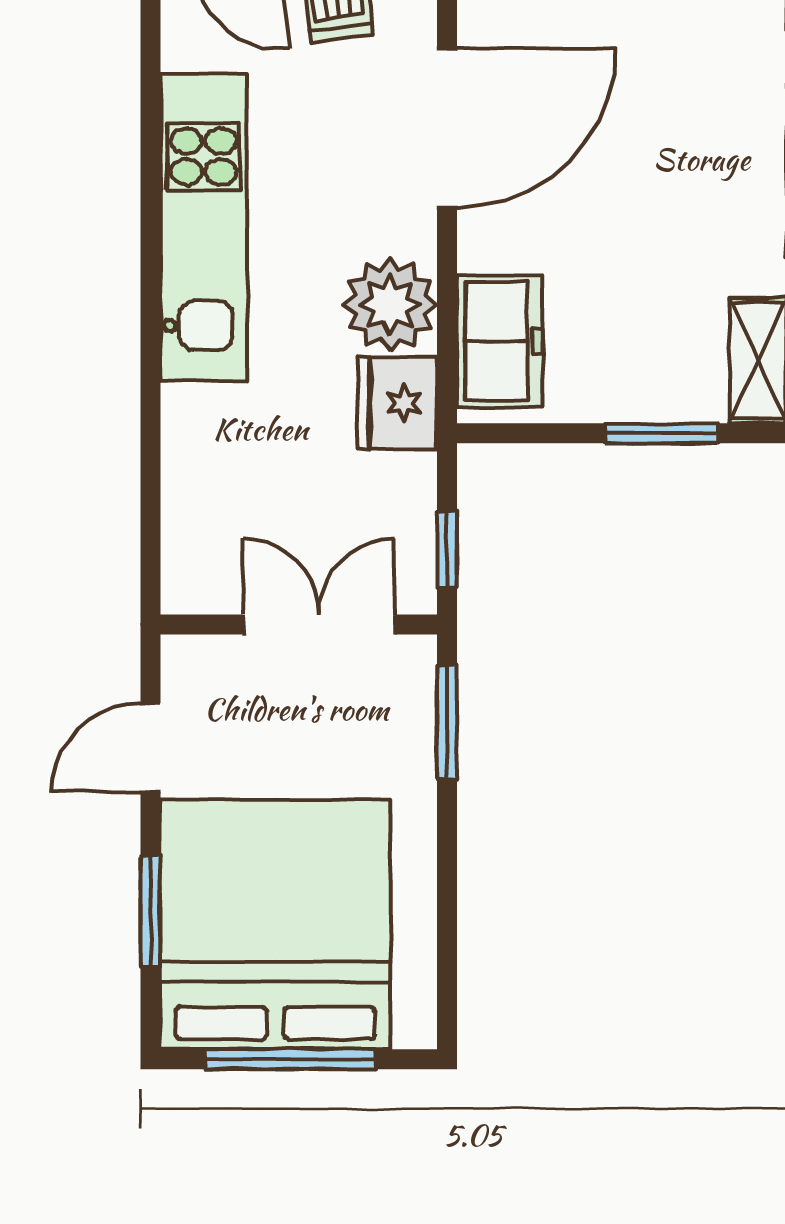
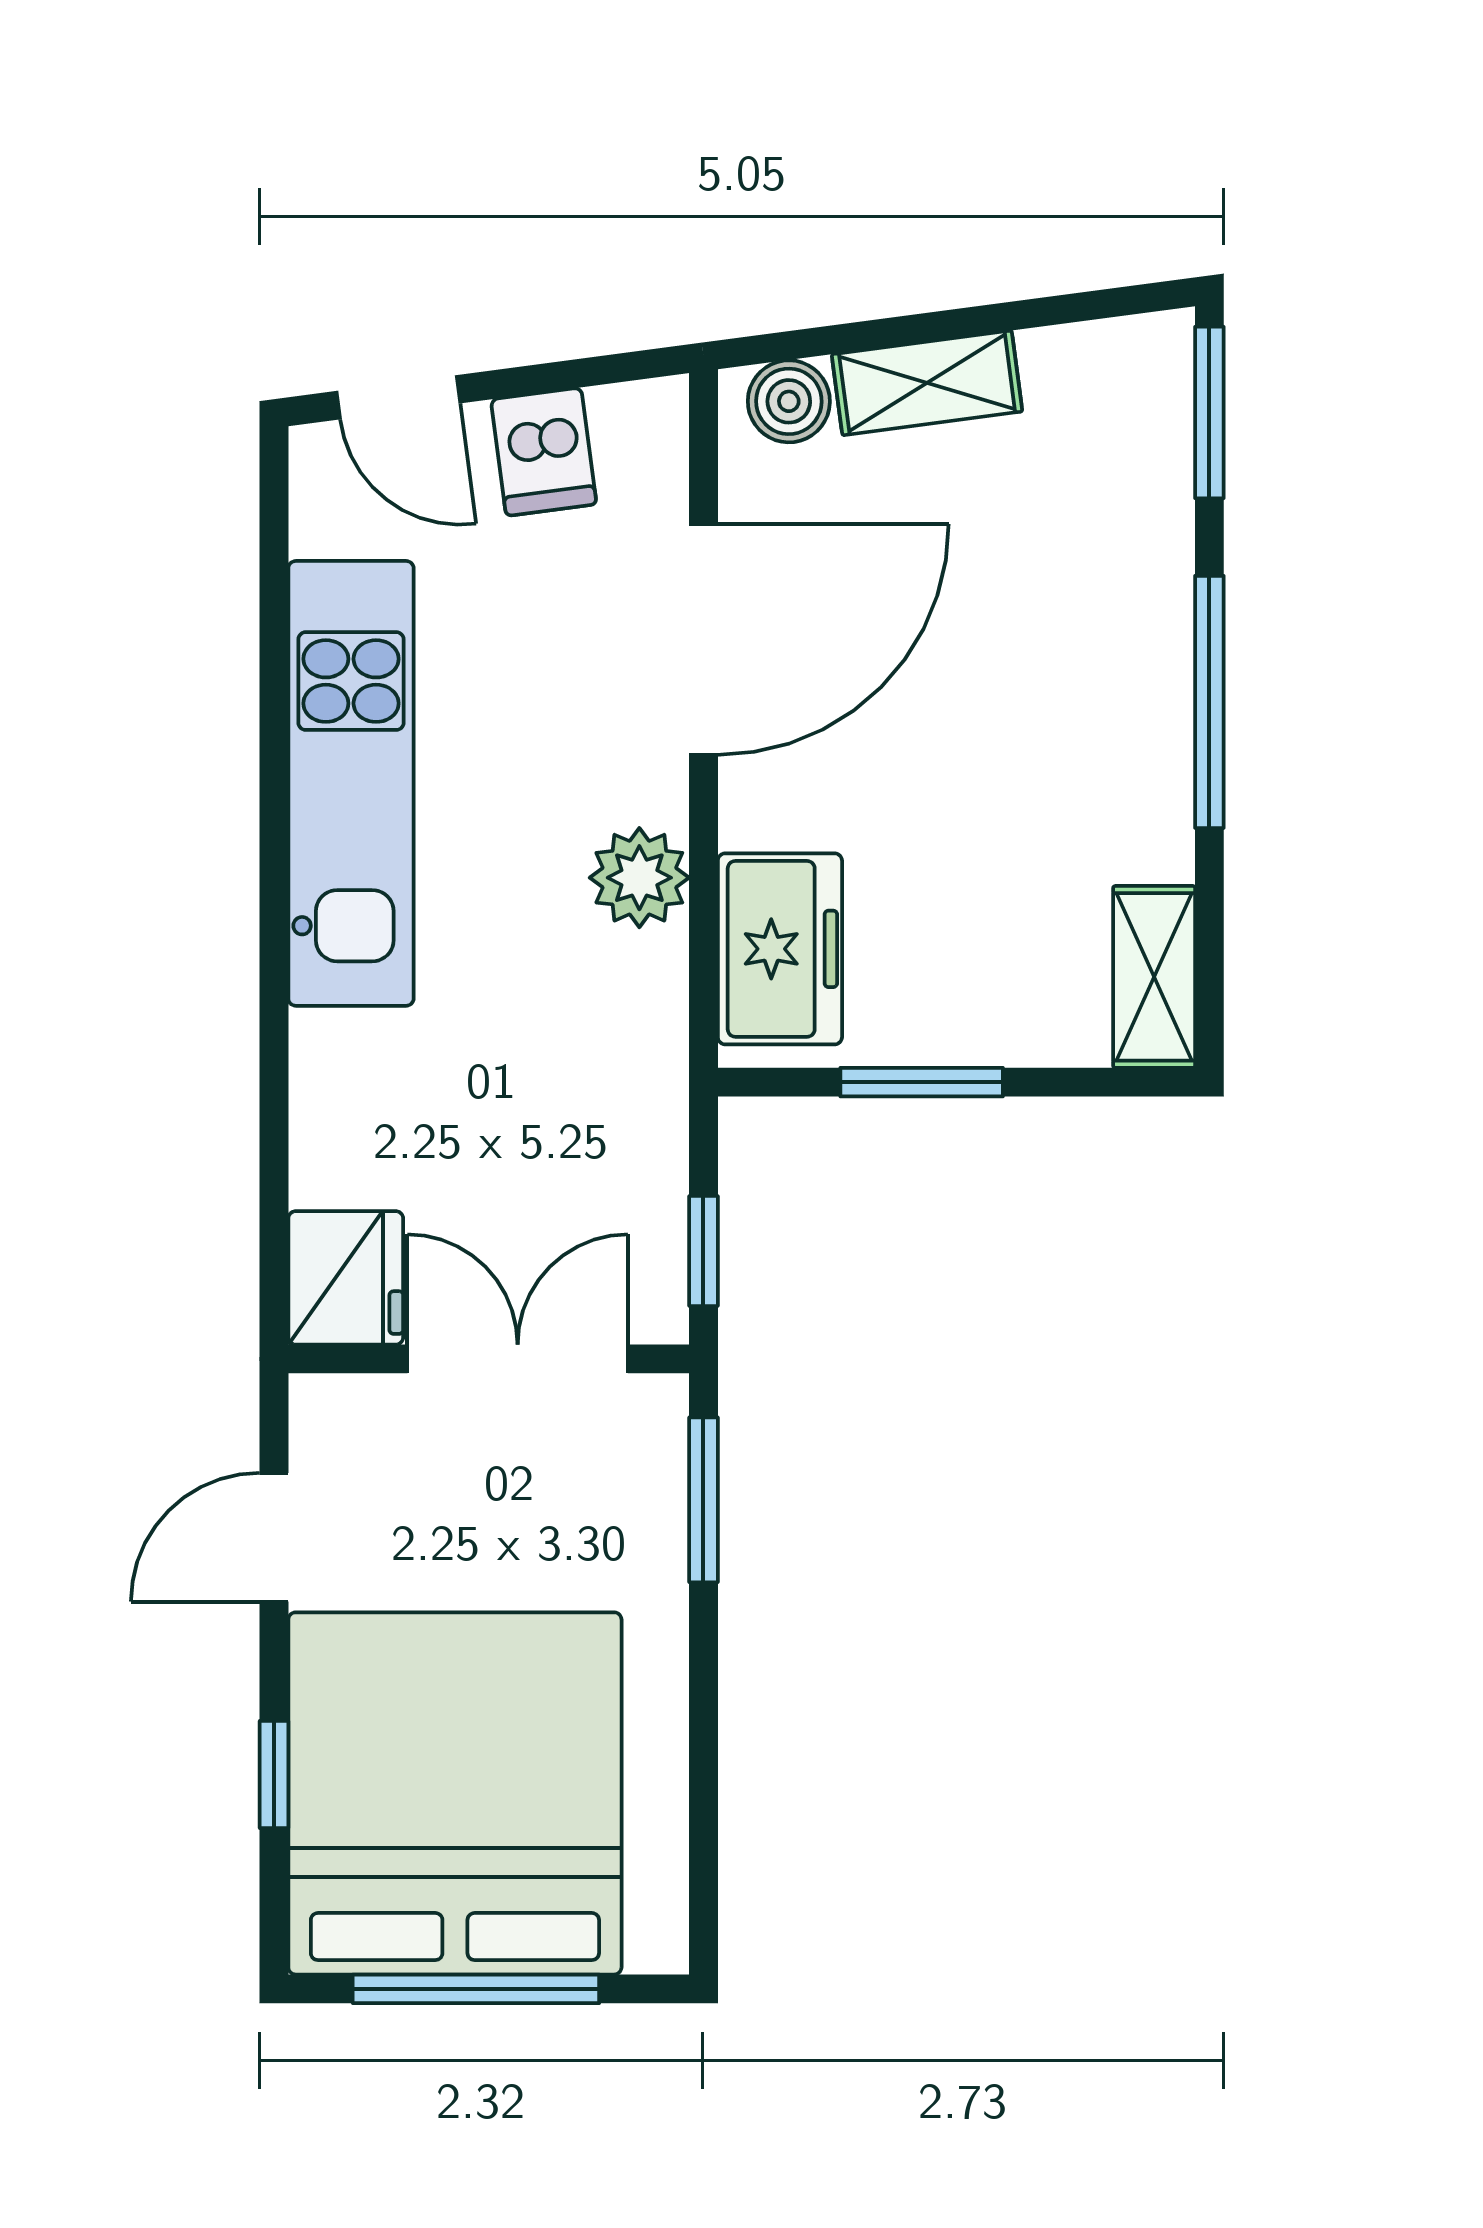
plant: (390, 305) -> (639, 878), width x0.73, depth x0.73
fridge: (397, 403) -> (346, 1278), moved, turned 180
window: (662, 433) -> (922, 1082), moved
window: (150, 911) -> (274, 1775), width x0.67

